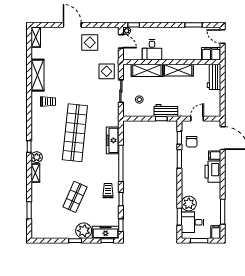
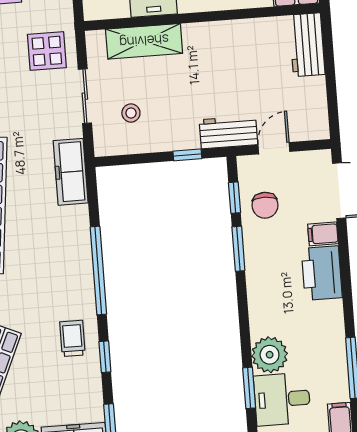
shelving: (178, 70) -> (219, 35), removed
workbench: (166, 111) -> (228, 132), moved
freezer: (113, 140) -> (71, 172), moved

